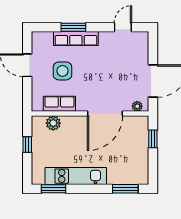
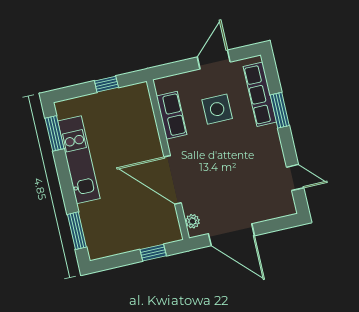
row of seats: (76, 39) -> (260, 94), moved
plant: (53, 123) -> (144, 113), removed

